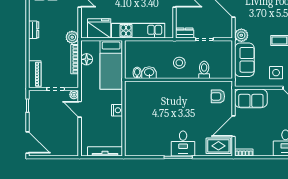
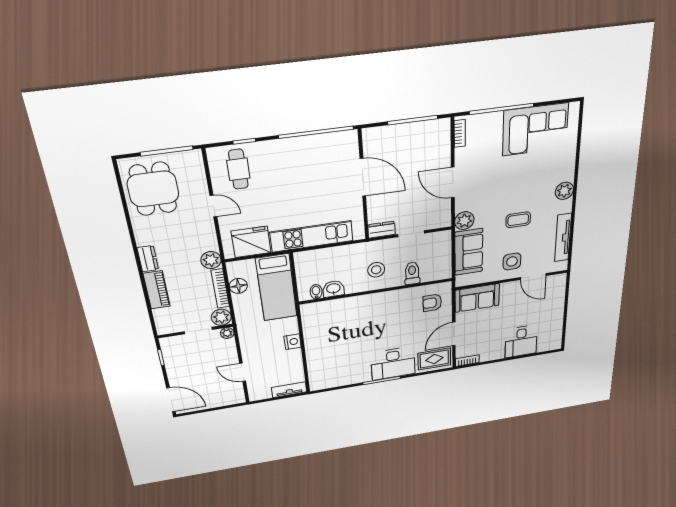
piano: (35, 74) -> (157, 290), moved
plant: (72, 81) -> (221, 317), added
door: (80, 109) -> (243, 372), moved
desk: (183, 143) -> (393, 363), width x1.37
tv unit: (105, 151) -> (289, 390), width x0.71

